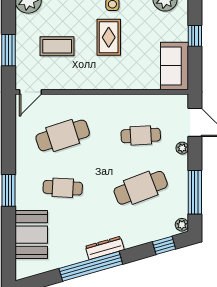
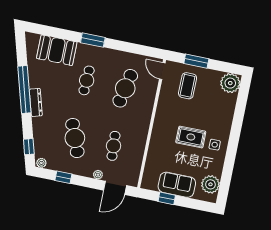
window: (195, 36) -> (167, 198), moved
coffee table: (57, 46) -> (188, 86), moved
sofa: (174, 66) -> (177, 185), moved
cafe table: (63, 135) -> (125, 88), turned 30
window: (195, 192) -> (63, 177), width x0.46

